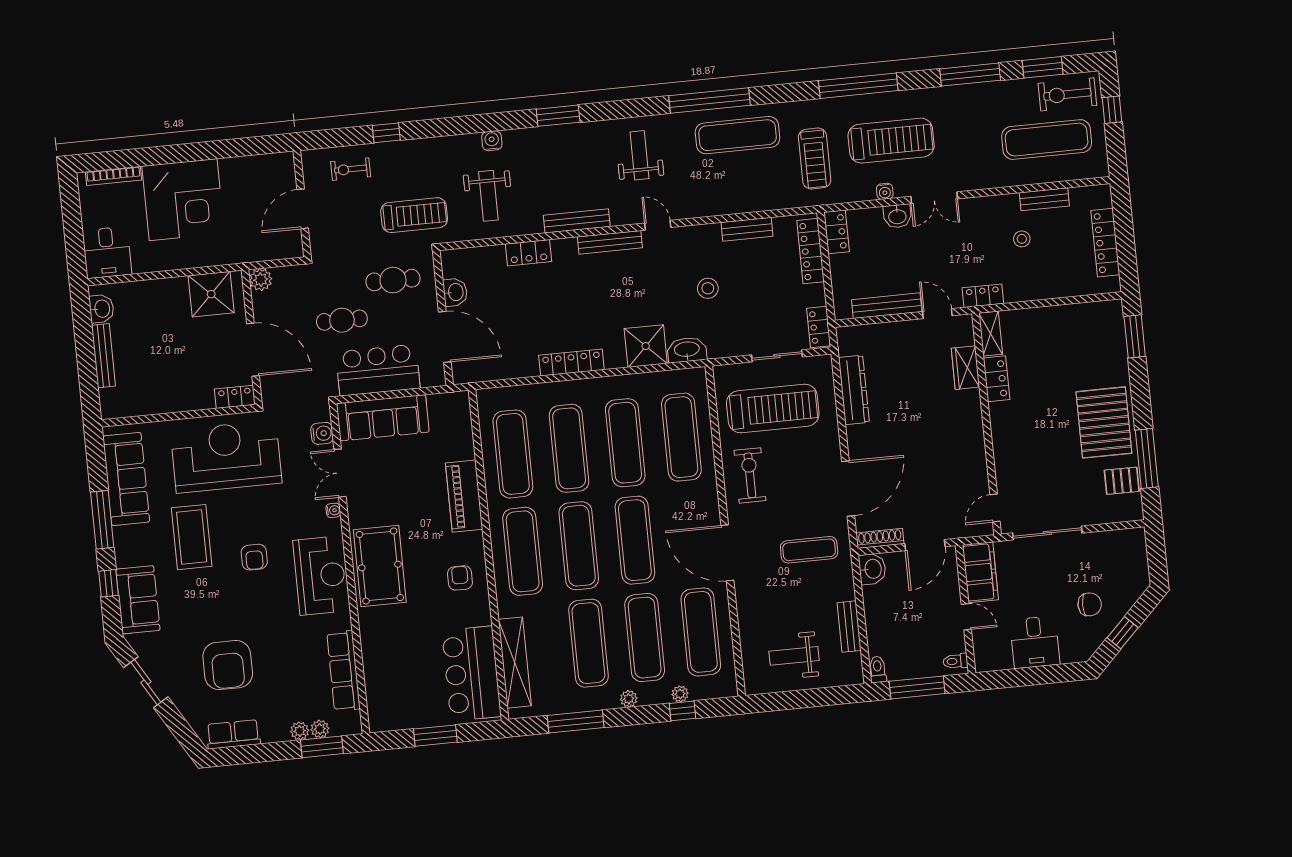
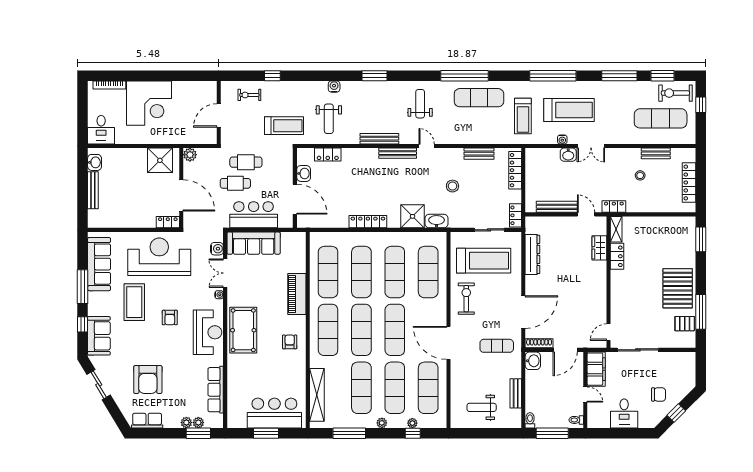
locker: (837, 232) -> (532, 160), removed
locker: (528, 253) -> (328, 155), moved
cafe table: (393, 280) -> (246, 162), moved
bar counter: (472, 674) -> (274, 413), moved, turned 90

